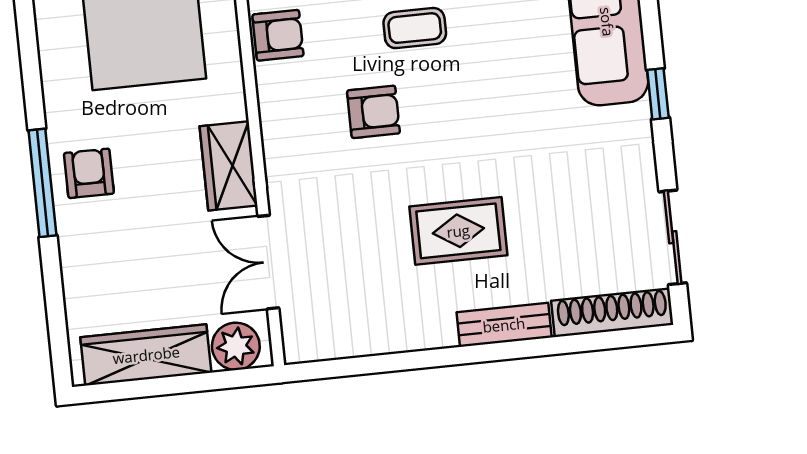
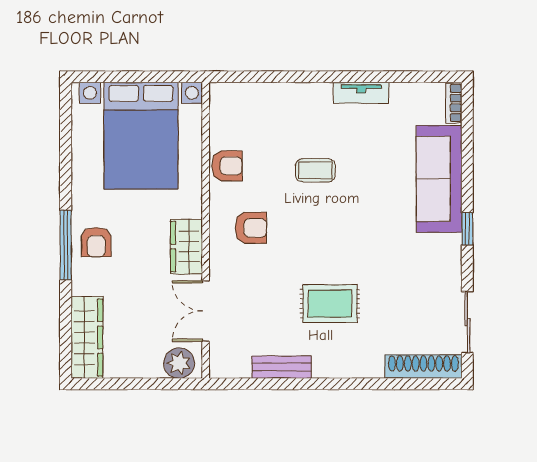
armchair: (373, 112) -> (251, 228), moved
armchair: (89, 173) -> (96, 242), turned 180
bench: (504, 325) -> (282, 367), moved
wardrobe: (146, 355) -> (87, 338), moved, turned 90

